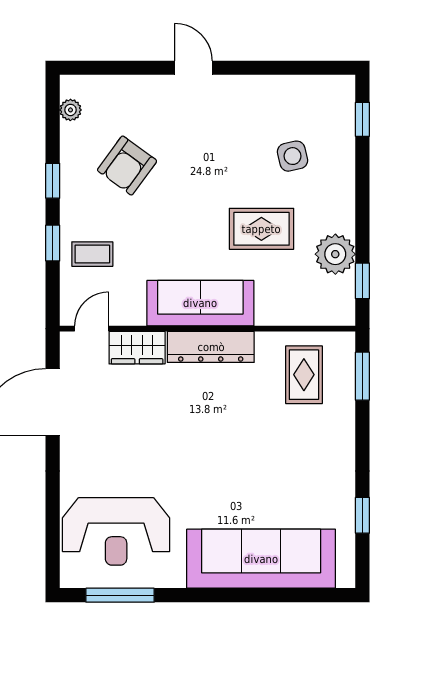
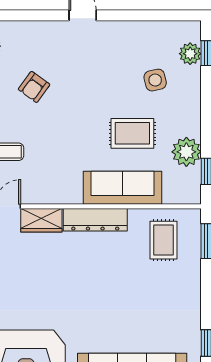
plant: (340, 120) -> (190, 54), added
armchair: (127, 166) -> (34, 87), width x0.72, depth x0.72
sofa: (200, 303) -> (123, 188), moved

